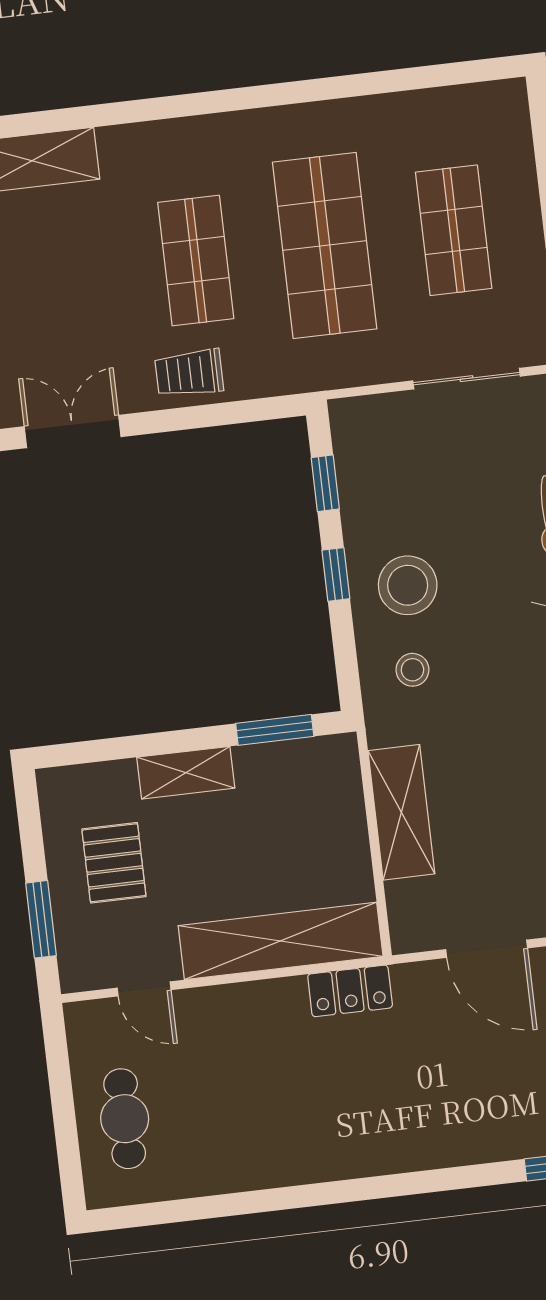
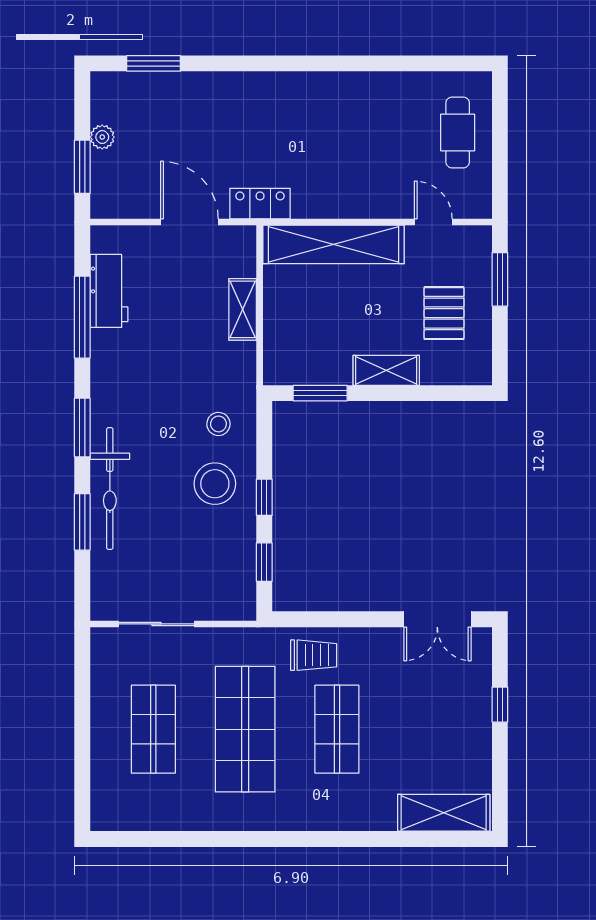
trolley: (189, 373) -> (314, 655), moved
shelving: (401, 812) -> (243, 309), width x0.67, depth x0.75
locker: (350, 991) -> (260, 204), moved

